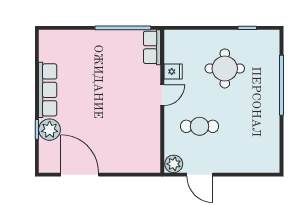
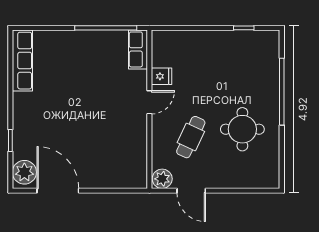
round table: (225, 68) -> (242, 129), moved
row of seats: (48, 90) -> (22, 61), moved
cafe table: (199, 126) -> (191, 137), turned -65
plant: (50, 130) -> (24, 172), moved

